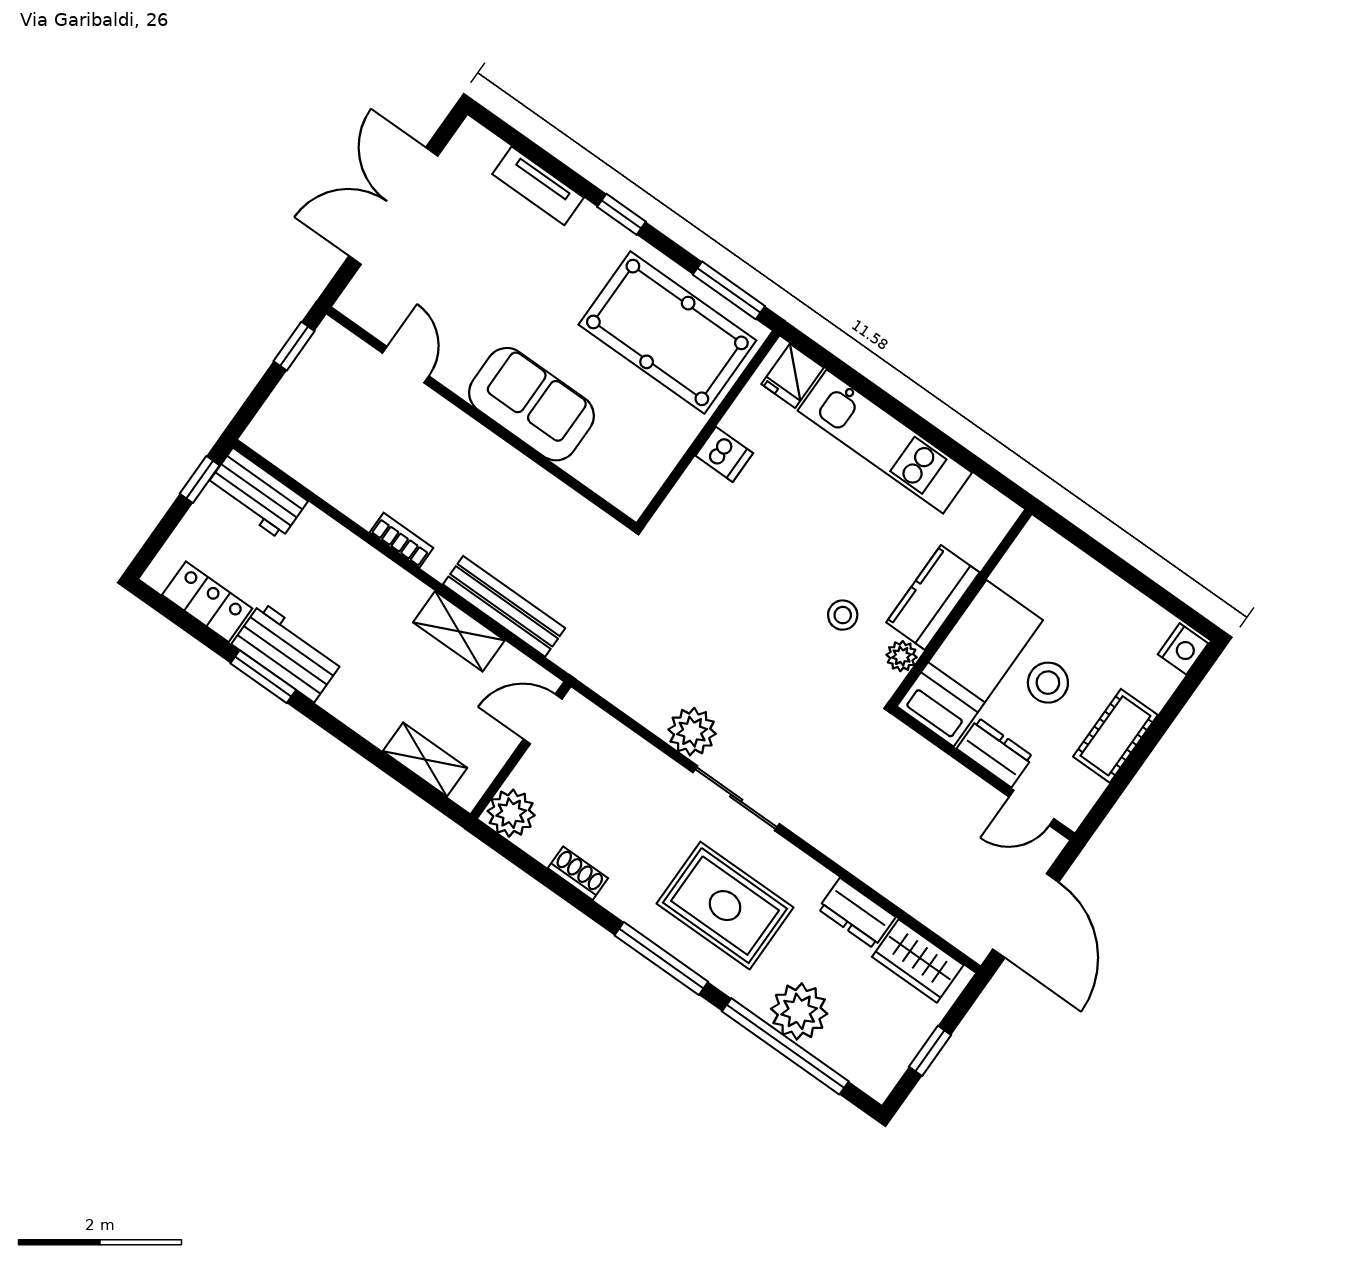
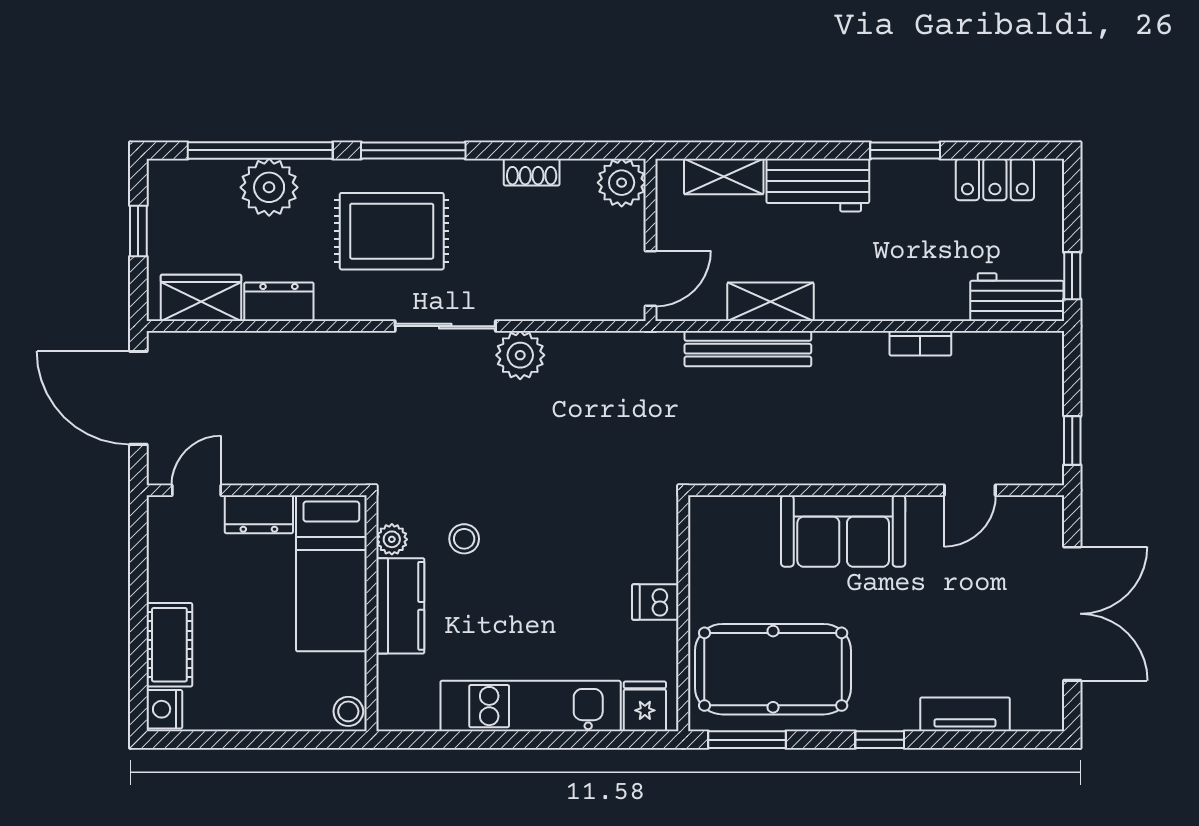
door: (406, 365) -> (970, 490), hinge flipped
bookcase: (401, 540) -> (920, 343), moved
workbench: (288, 652) -> (818, 185), moved
stool: (1048, 683) -> (348, 711), moved, width x0.73, depth x0.73
cot: (1115, 736) -> (169, 645), moved

